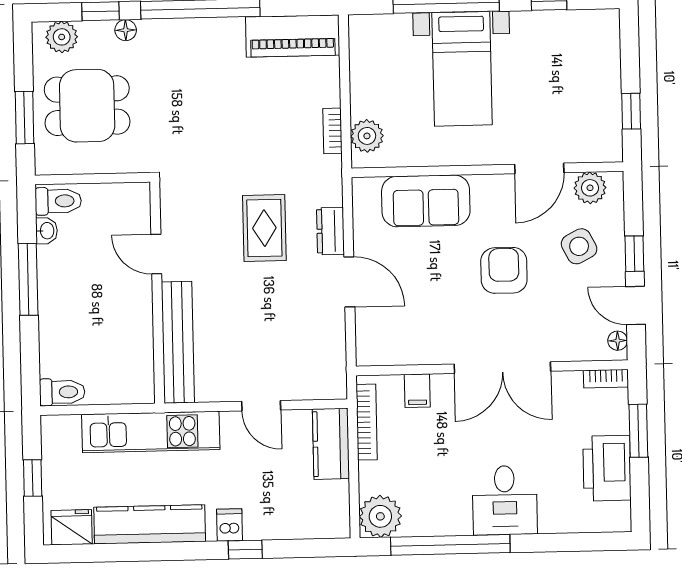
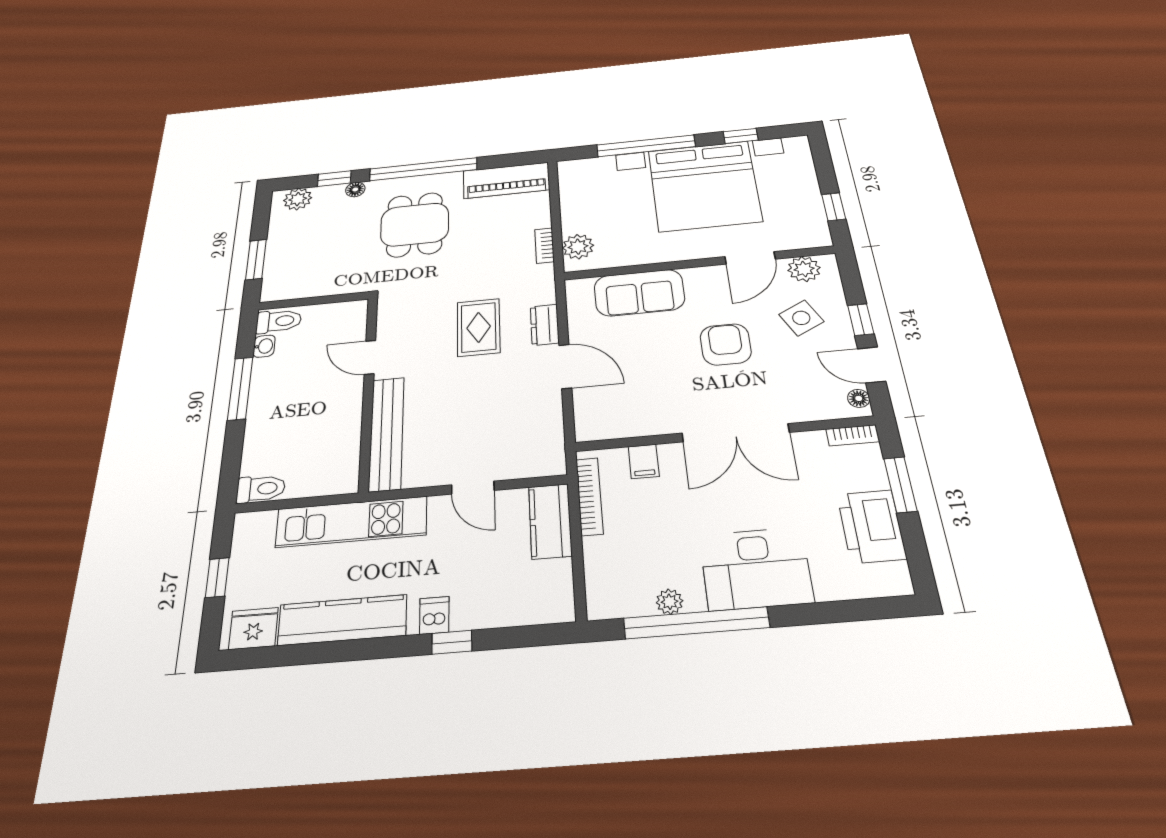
bed with nightstands: (462, 69) -> (704, 186), width x1.85
dining table: (87, 106) -> (415, 225), moved, turned 90
desk: (505, 500) -> (756, 569), width x1.37
plant: (380, 516) -> (669, 602), moved, width x0.53, depth x0.53

